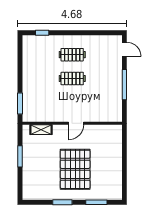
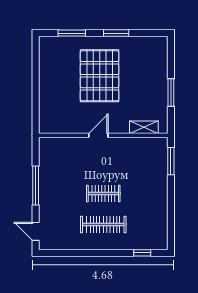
clothes rail: (72, 55) -> (103, 224), width x1.36

